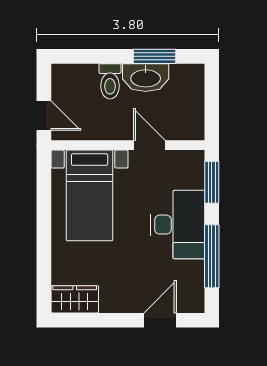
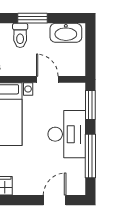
window: (154, 56) -> (32, 18), moved
washbasin: (146, 78) -> (66, 33), moved

